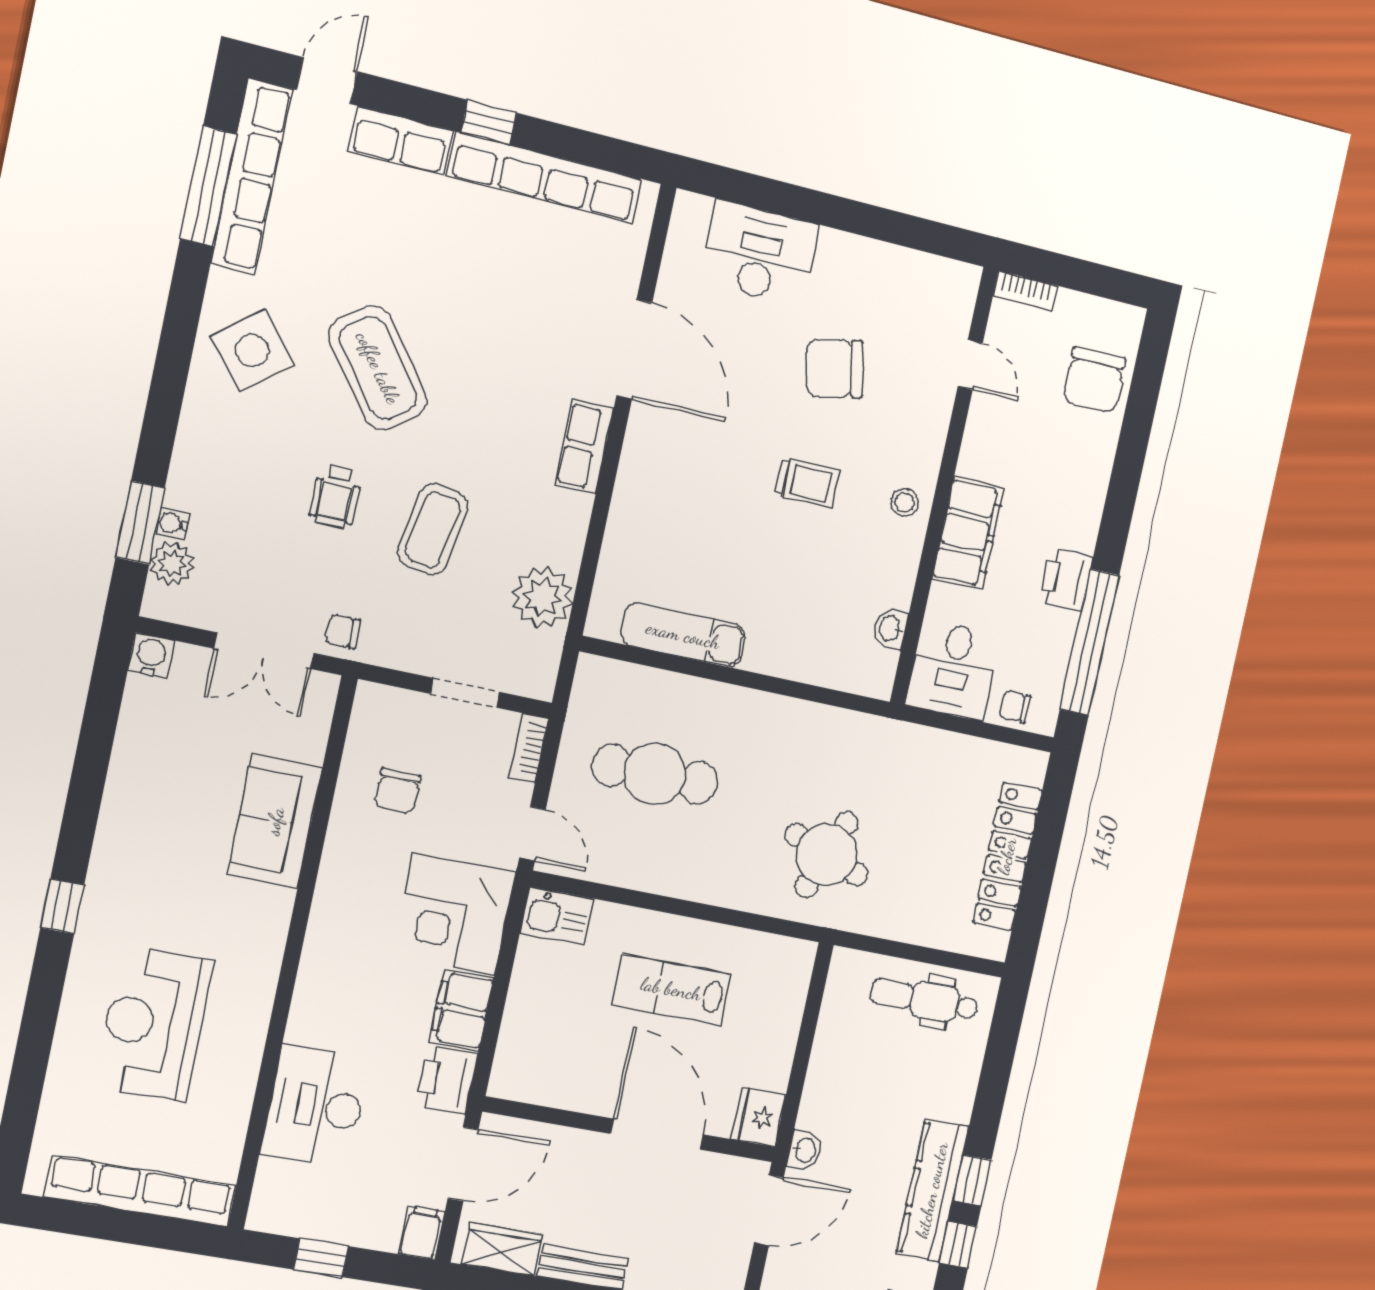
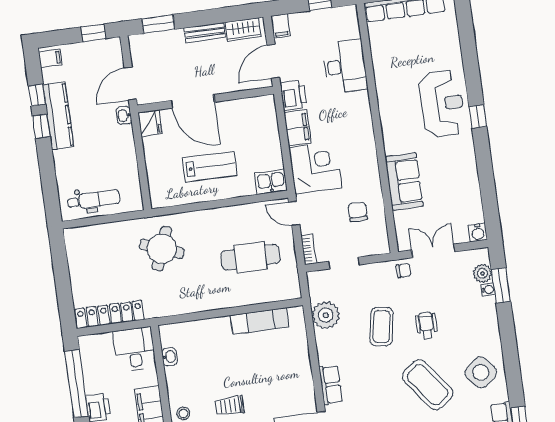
chair: (1015, 707) -> (100, 343), removed
locker: (1007, 856) -> (110, 314), moved, turned -90
reception desk: (154, 1024) -> (442, 104), moved

